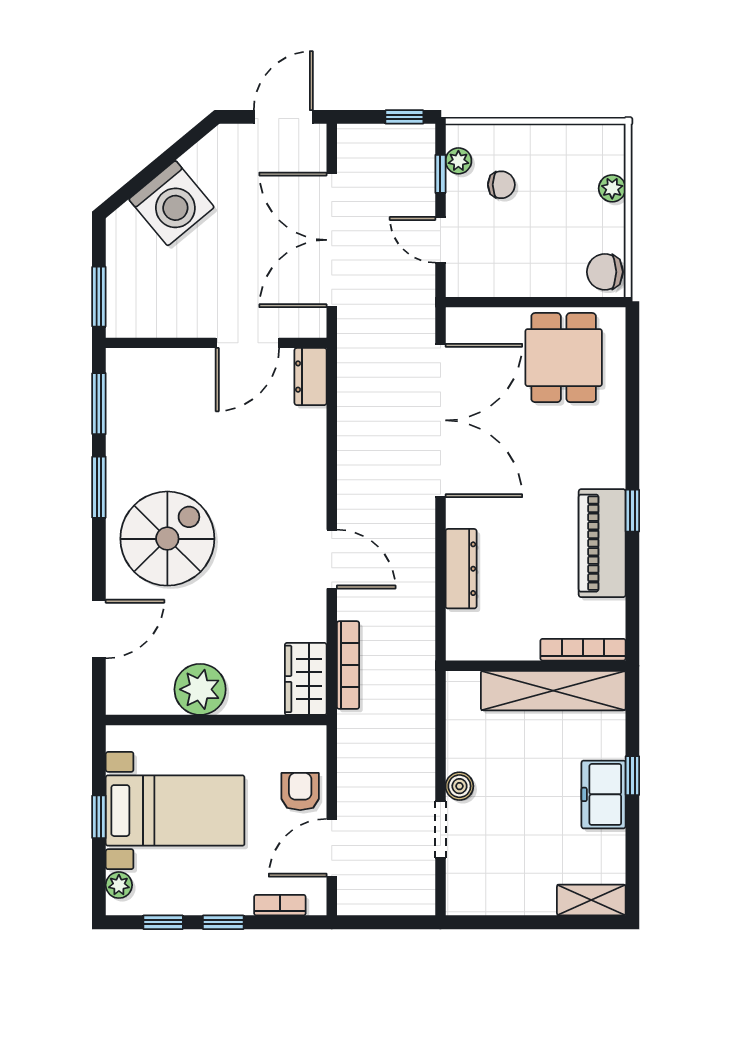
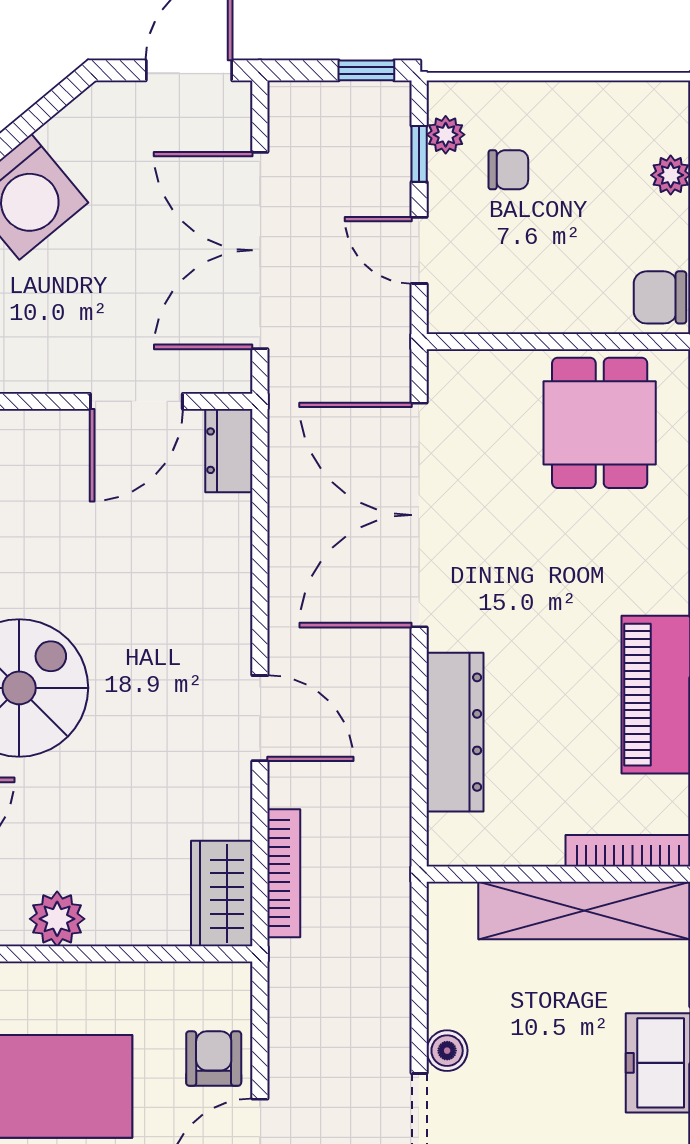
double door: (440, 420) -> (419, 515), swing flipped
dresser: (461, 569) -> (455, 732), width x1.37, depth x1.24
plant: (200, 689) -> (57, 919), width x0.73, depth x0.73

